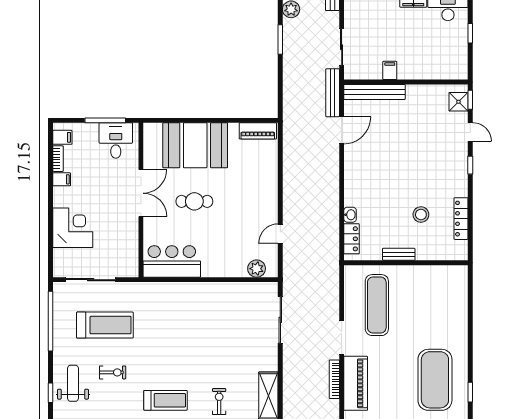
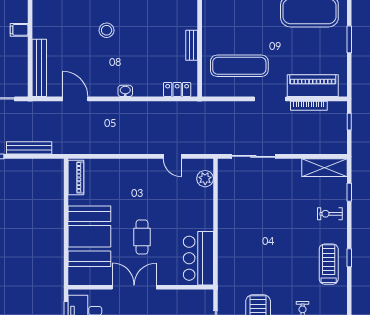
filing cabinet: (390, 70) -> (19, 30), moved
bench: (333, 93) -> (29, 148), moved
washbasin: (350, 215) -> (125, 91), moved
stool: (421, 215) -> (107, 30), moved

